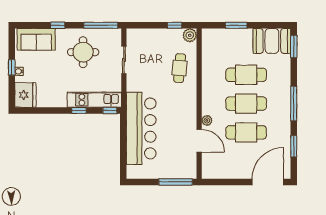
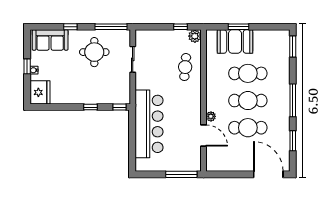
booth: (272, 41) -> (235, 42), moved
kitchen unit: (94, 100) -> (105, 97), removed
door: (268, 182) -> (268, 174), hinge flipped

